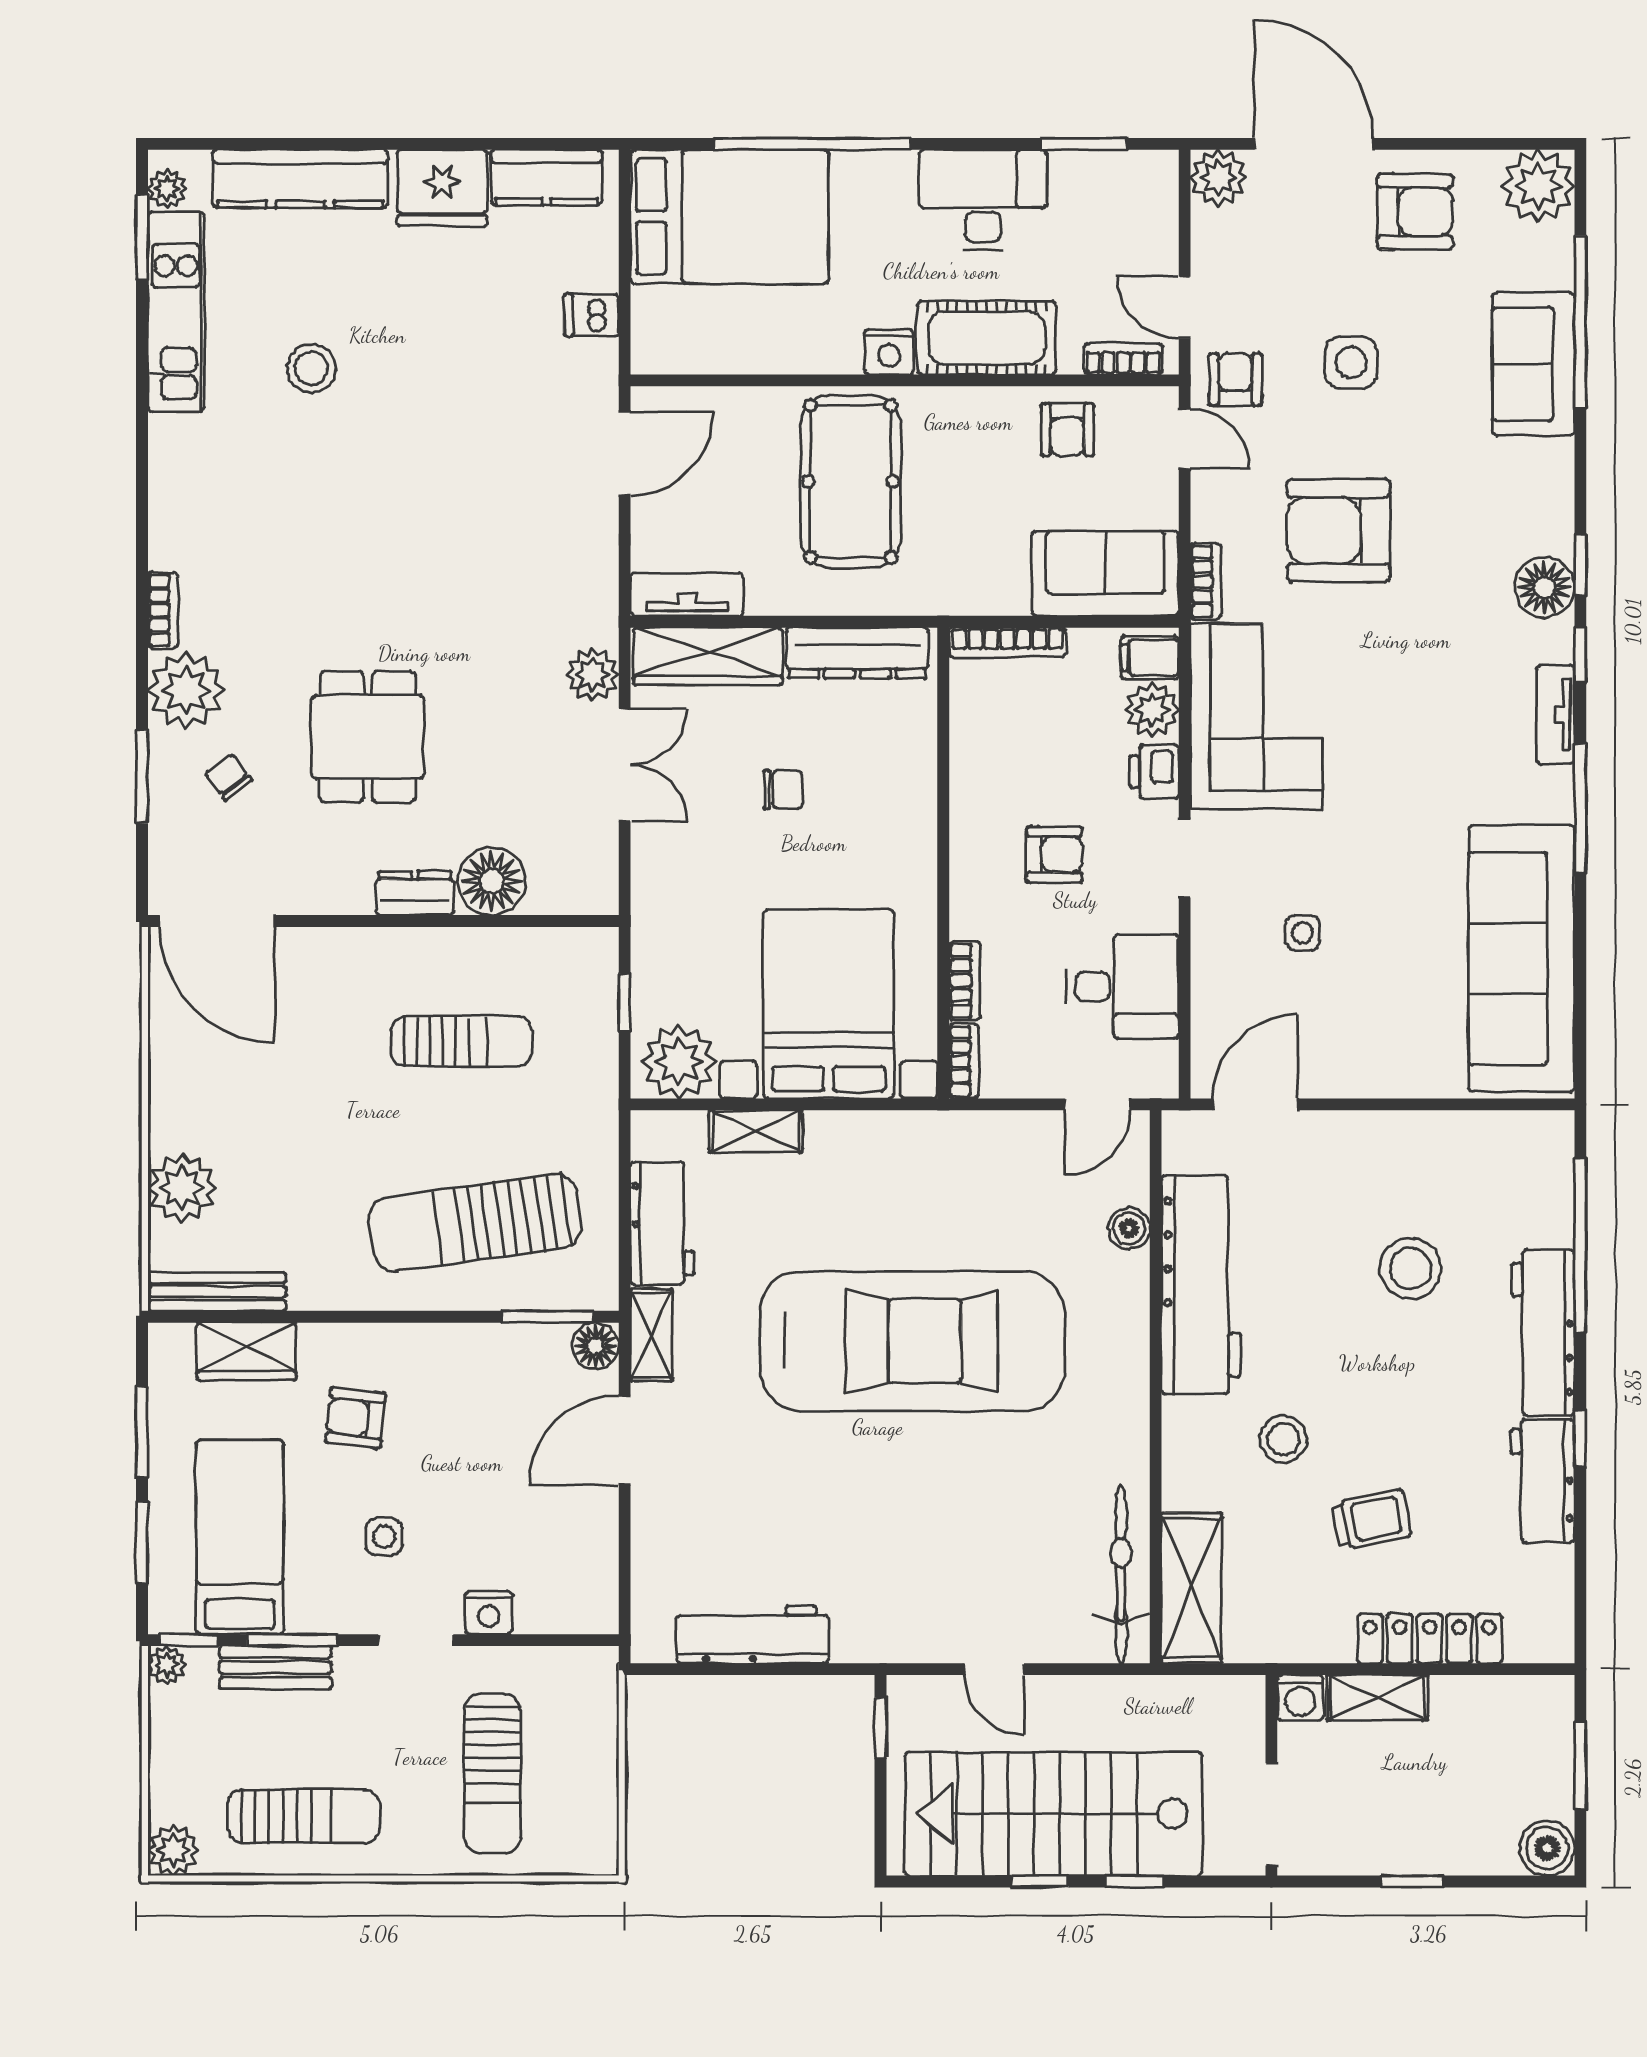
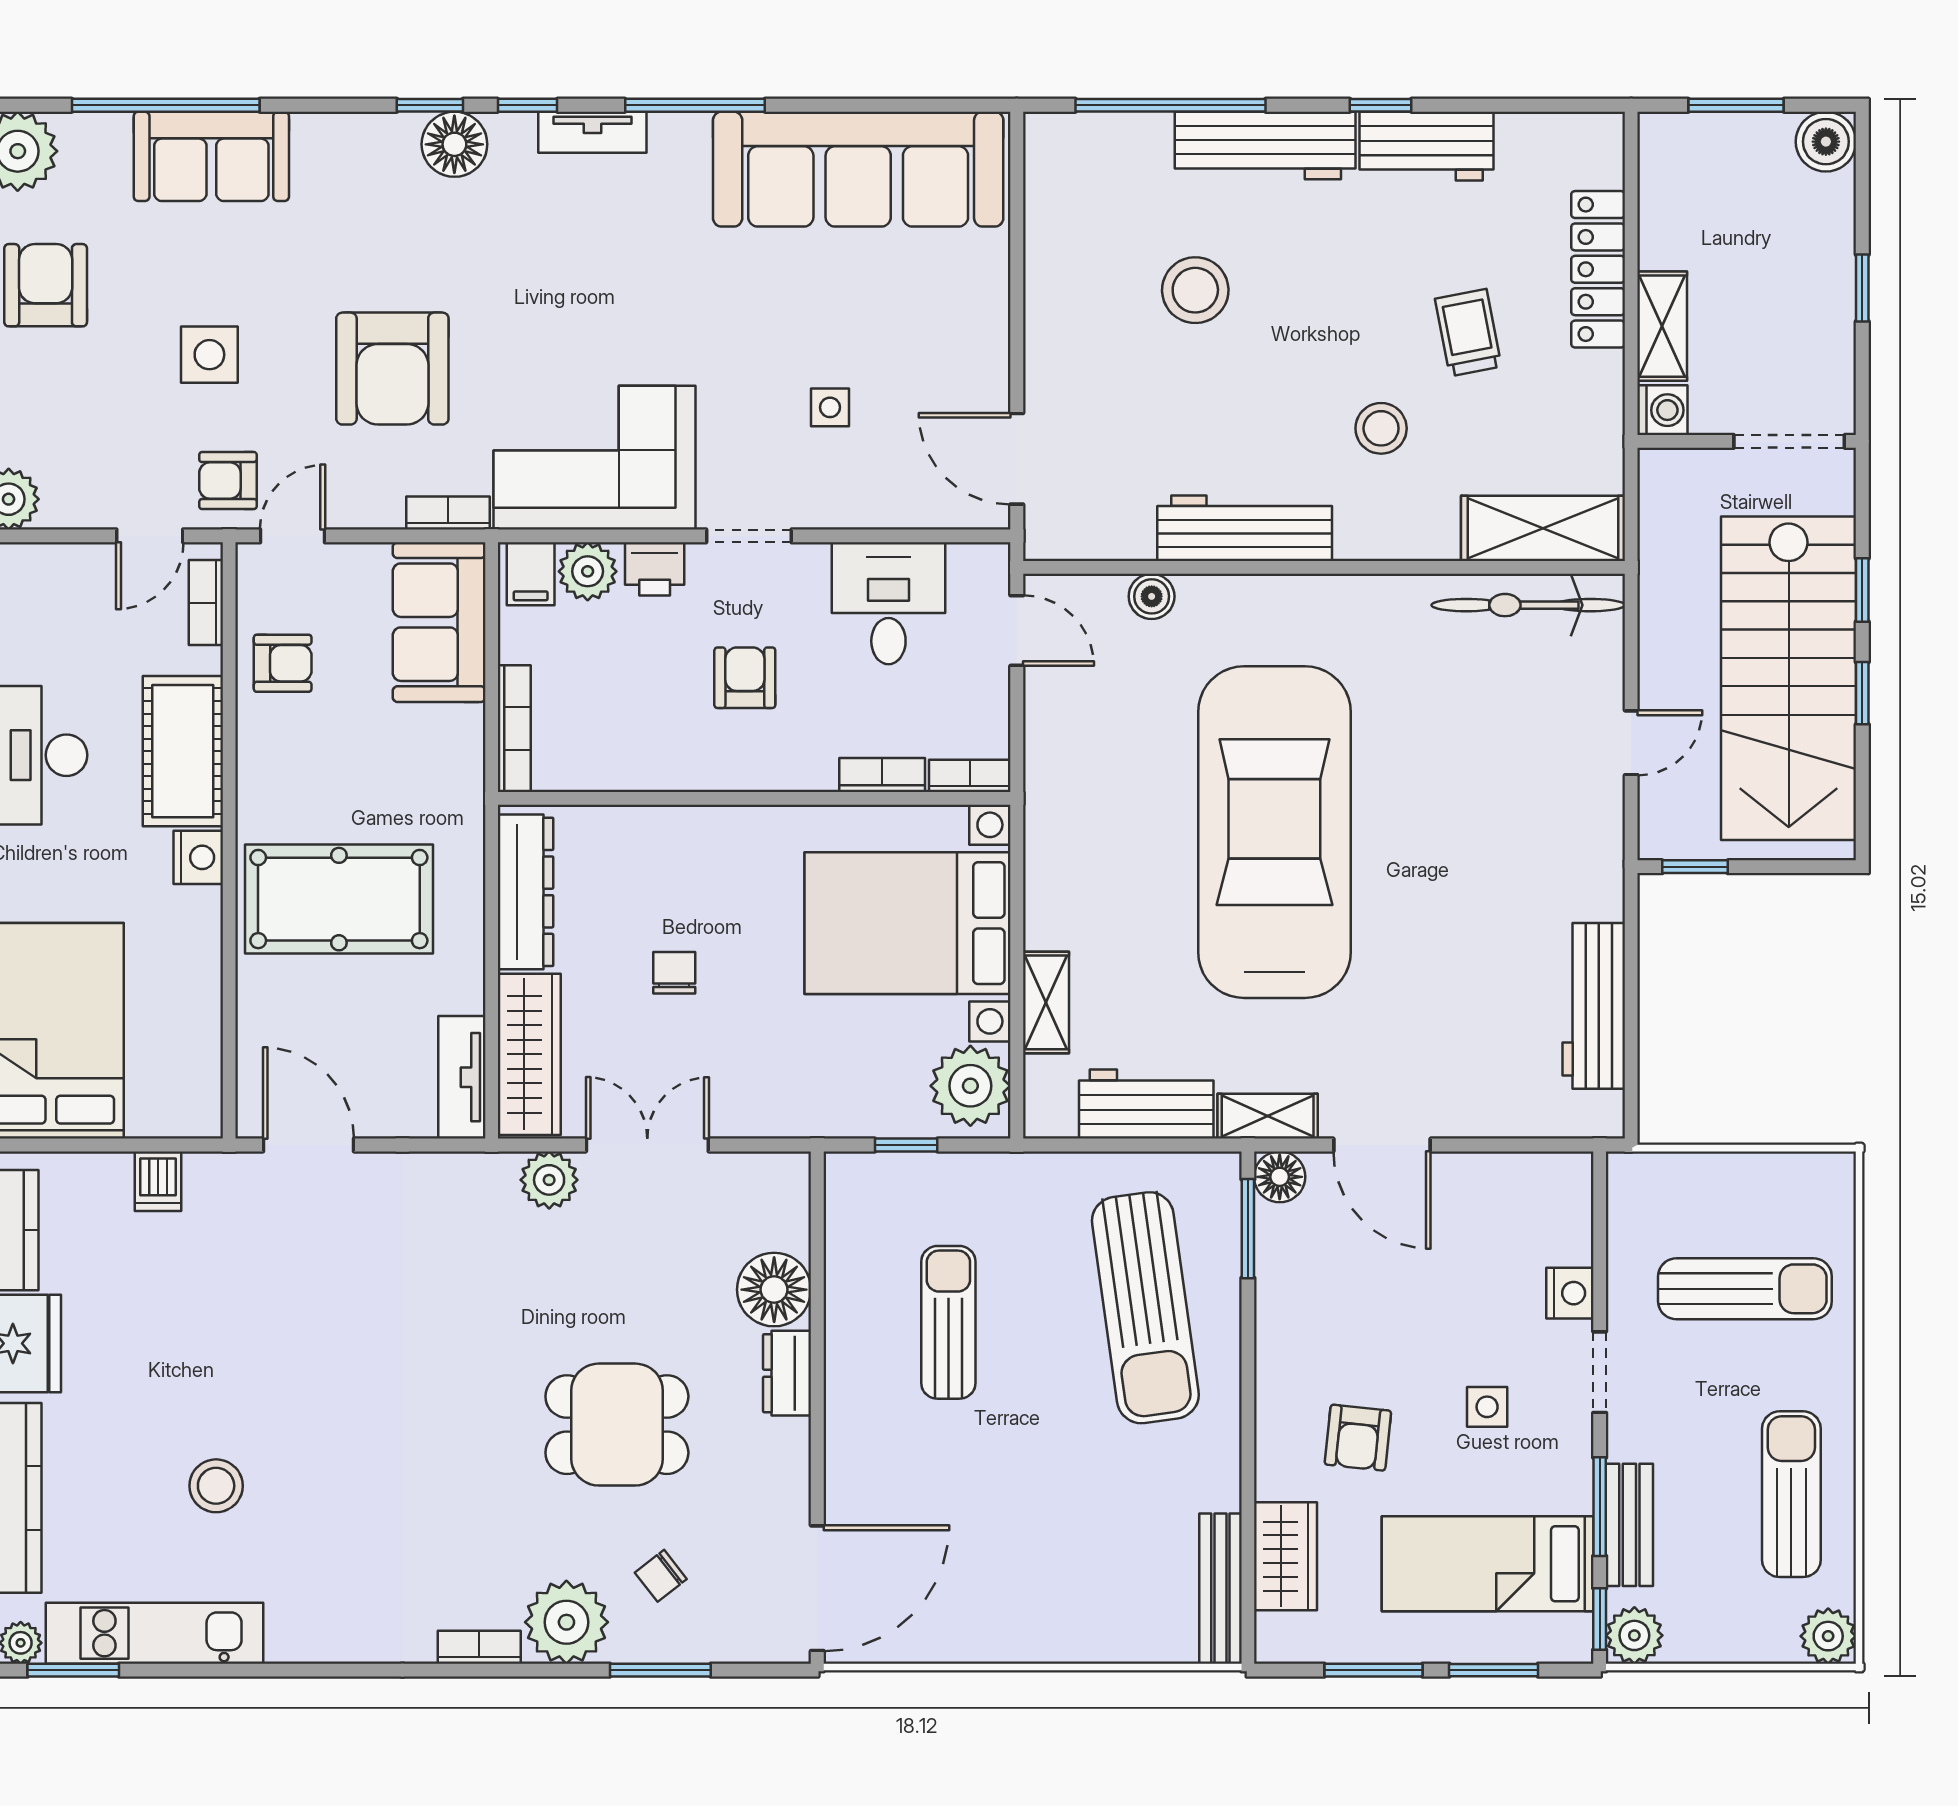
plant: (182, 1188) -> (1108, 1627), removed
workbench: (1201, 1285) -> (1245, 528), width x0.73, depth x0.76
plant: (167, 1665) -> (1634, 1635), width x1.38, depth x1.38

